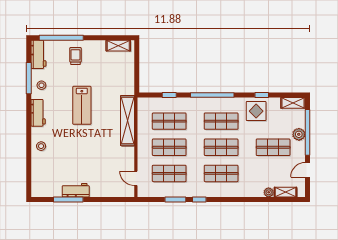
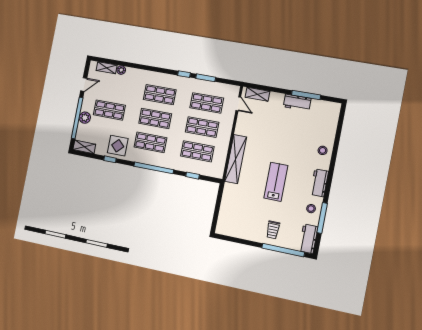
shelving: (118, 46) -> (257, 94), moved

